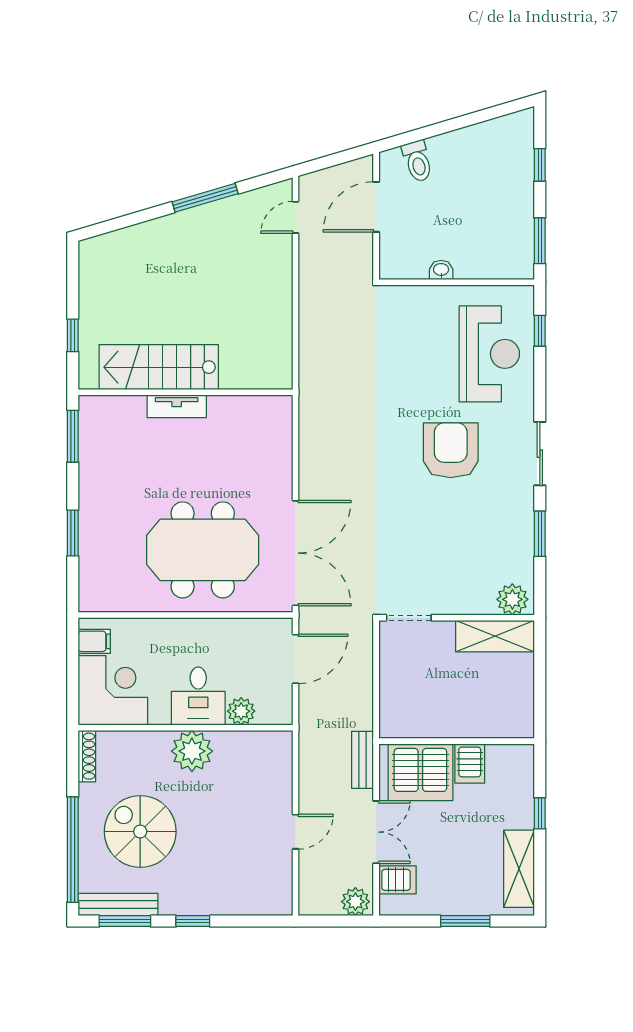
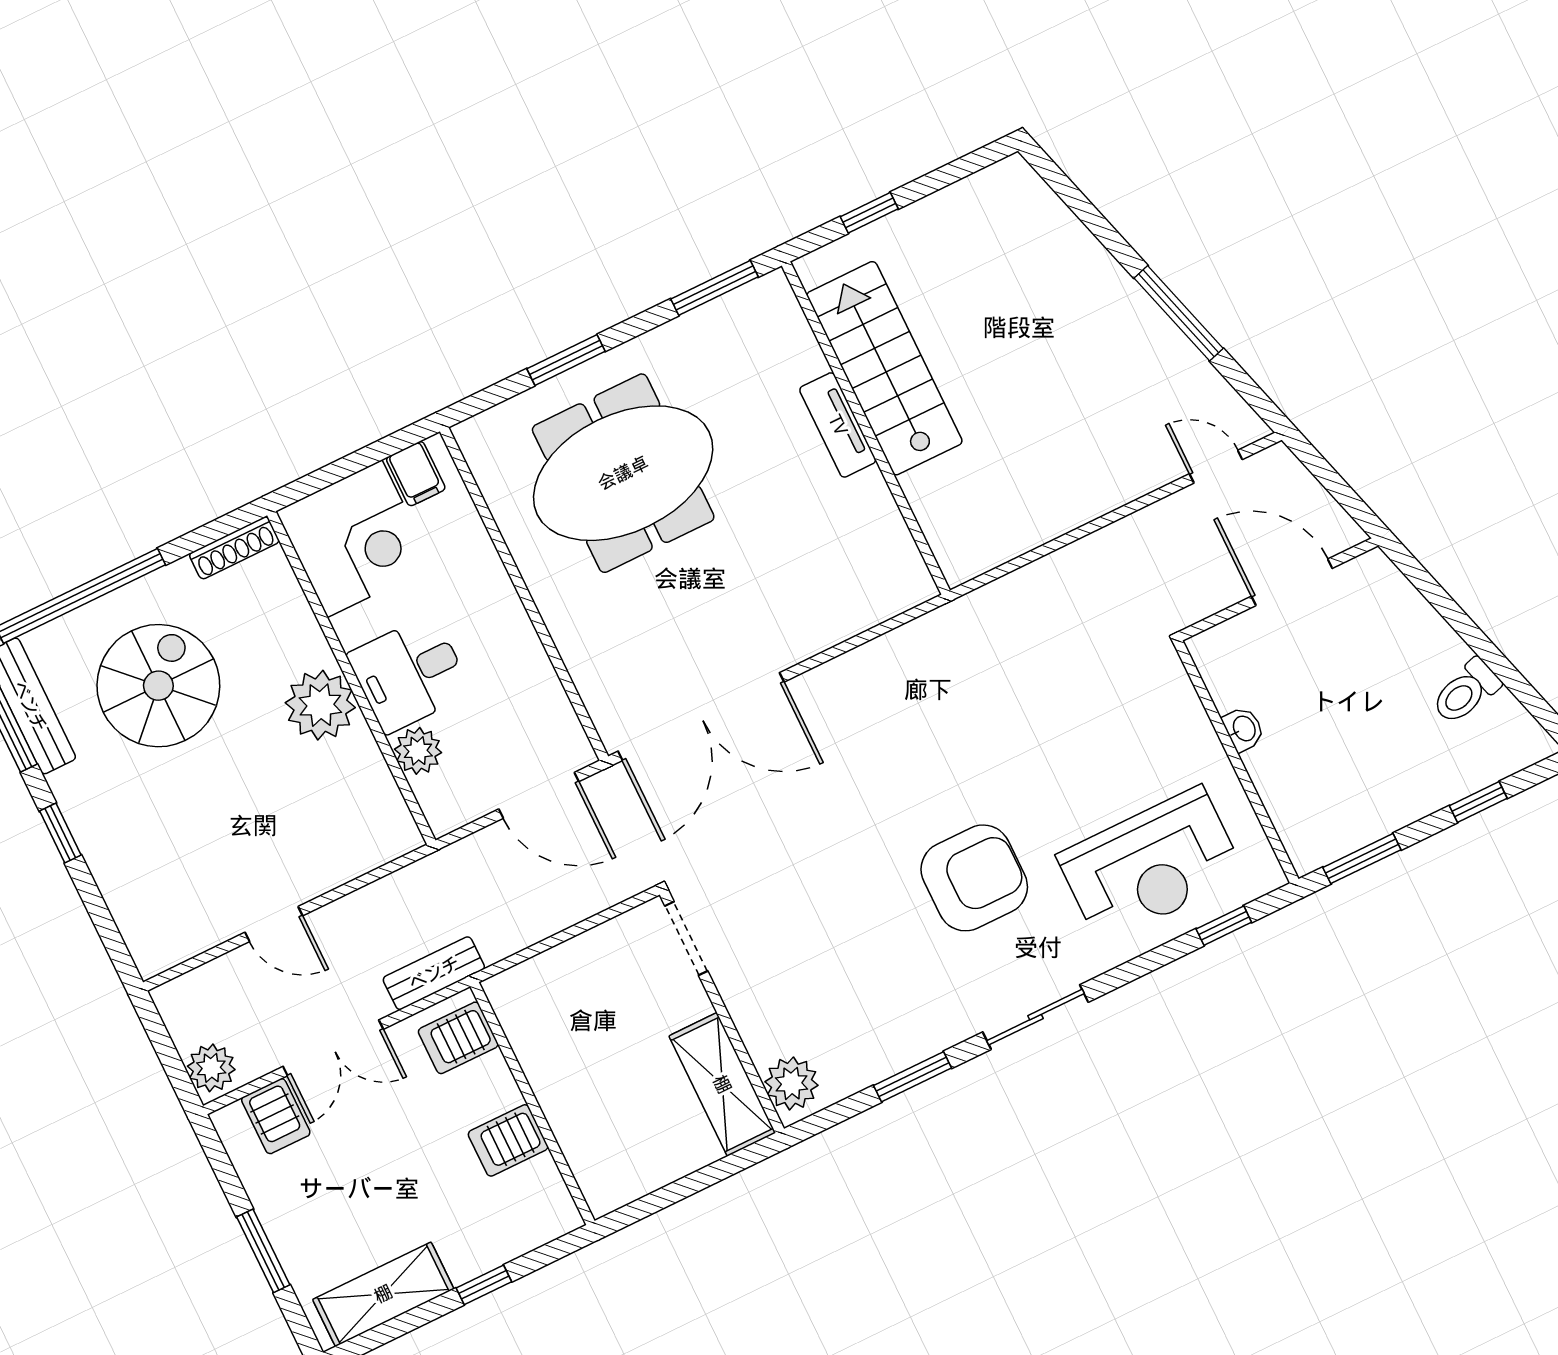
toilet: (417, 161) -> (1466, 692), moved
meeting table: (203, 550) -> (623, 473), moved, turned 90
server rack: (420, 772) -> (458, 1038), width x0.46, depth x0.70

